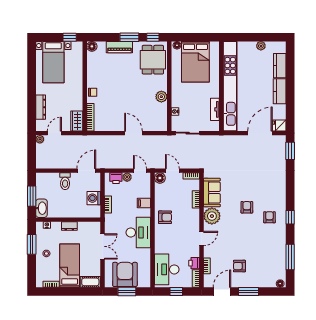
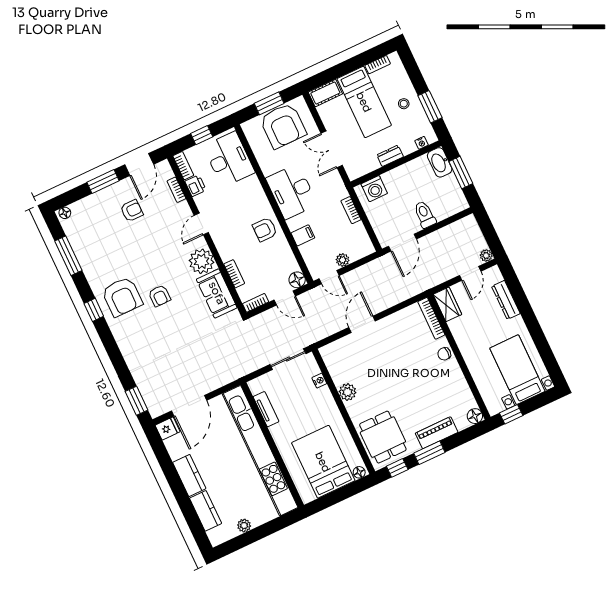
door: (134, 133) -> (362, 324), swing flipped
printer: (116, 178) -> (357, 251), removed
washing machine: (94, 198) -> (374, 189), moved, turned 90
armchair: (269, 217) -> (122, 297), width x1.88, depth x1.88

